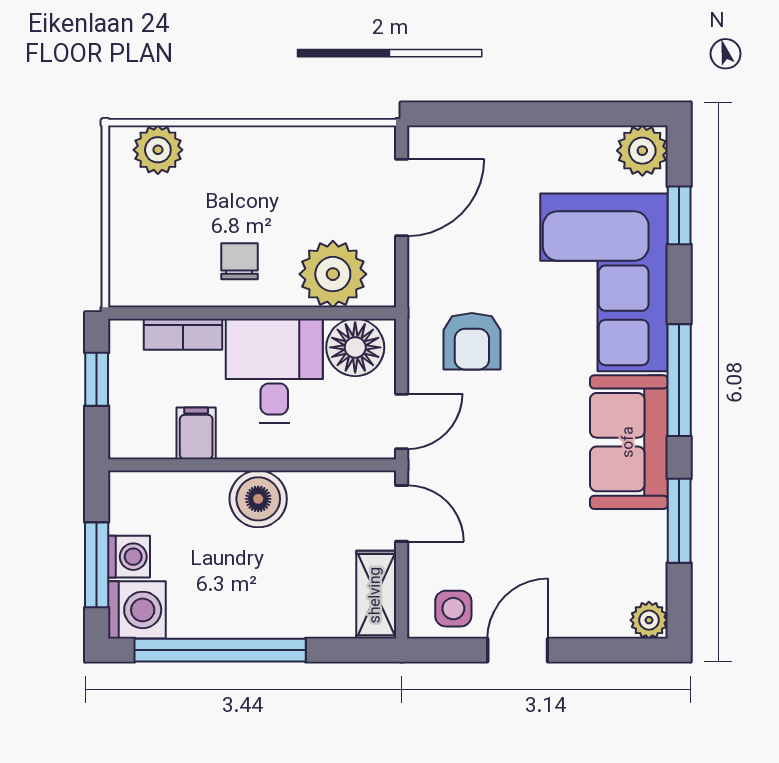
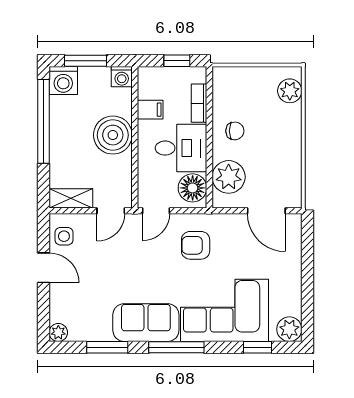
door: (402, 422) -> (156, 211), hinge flipped
boiler: (258, 499) -> (113, 135), width x1.37, depth x1.37
washing machine: (129, 557) -> (122, 77), moved

